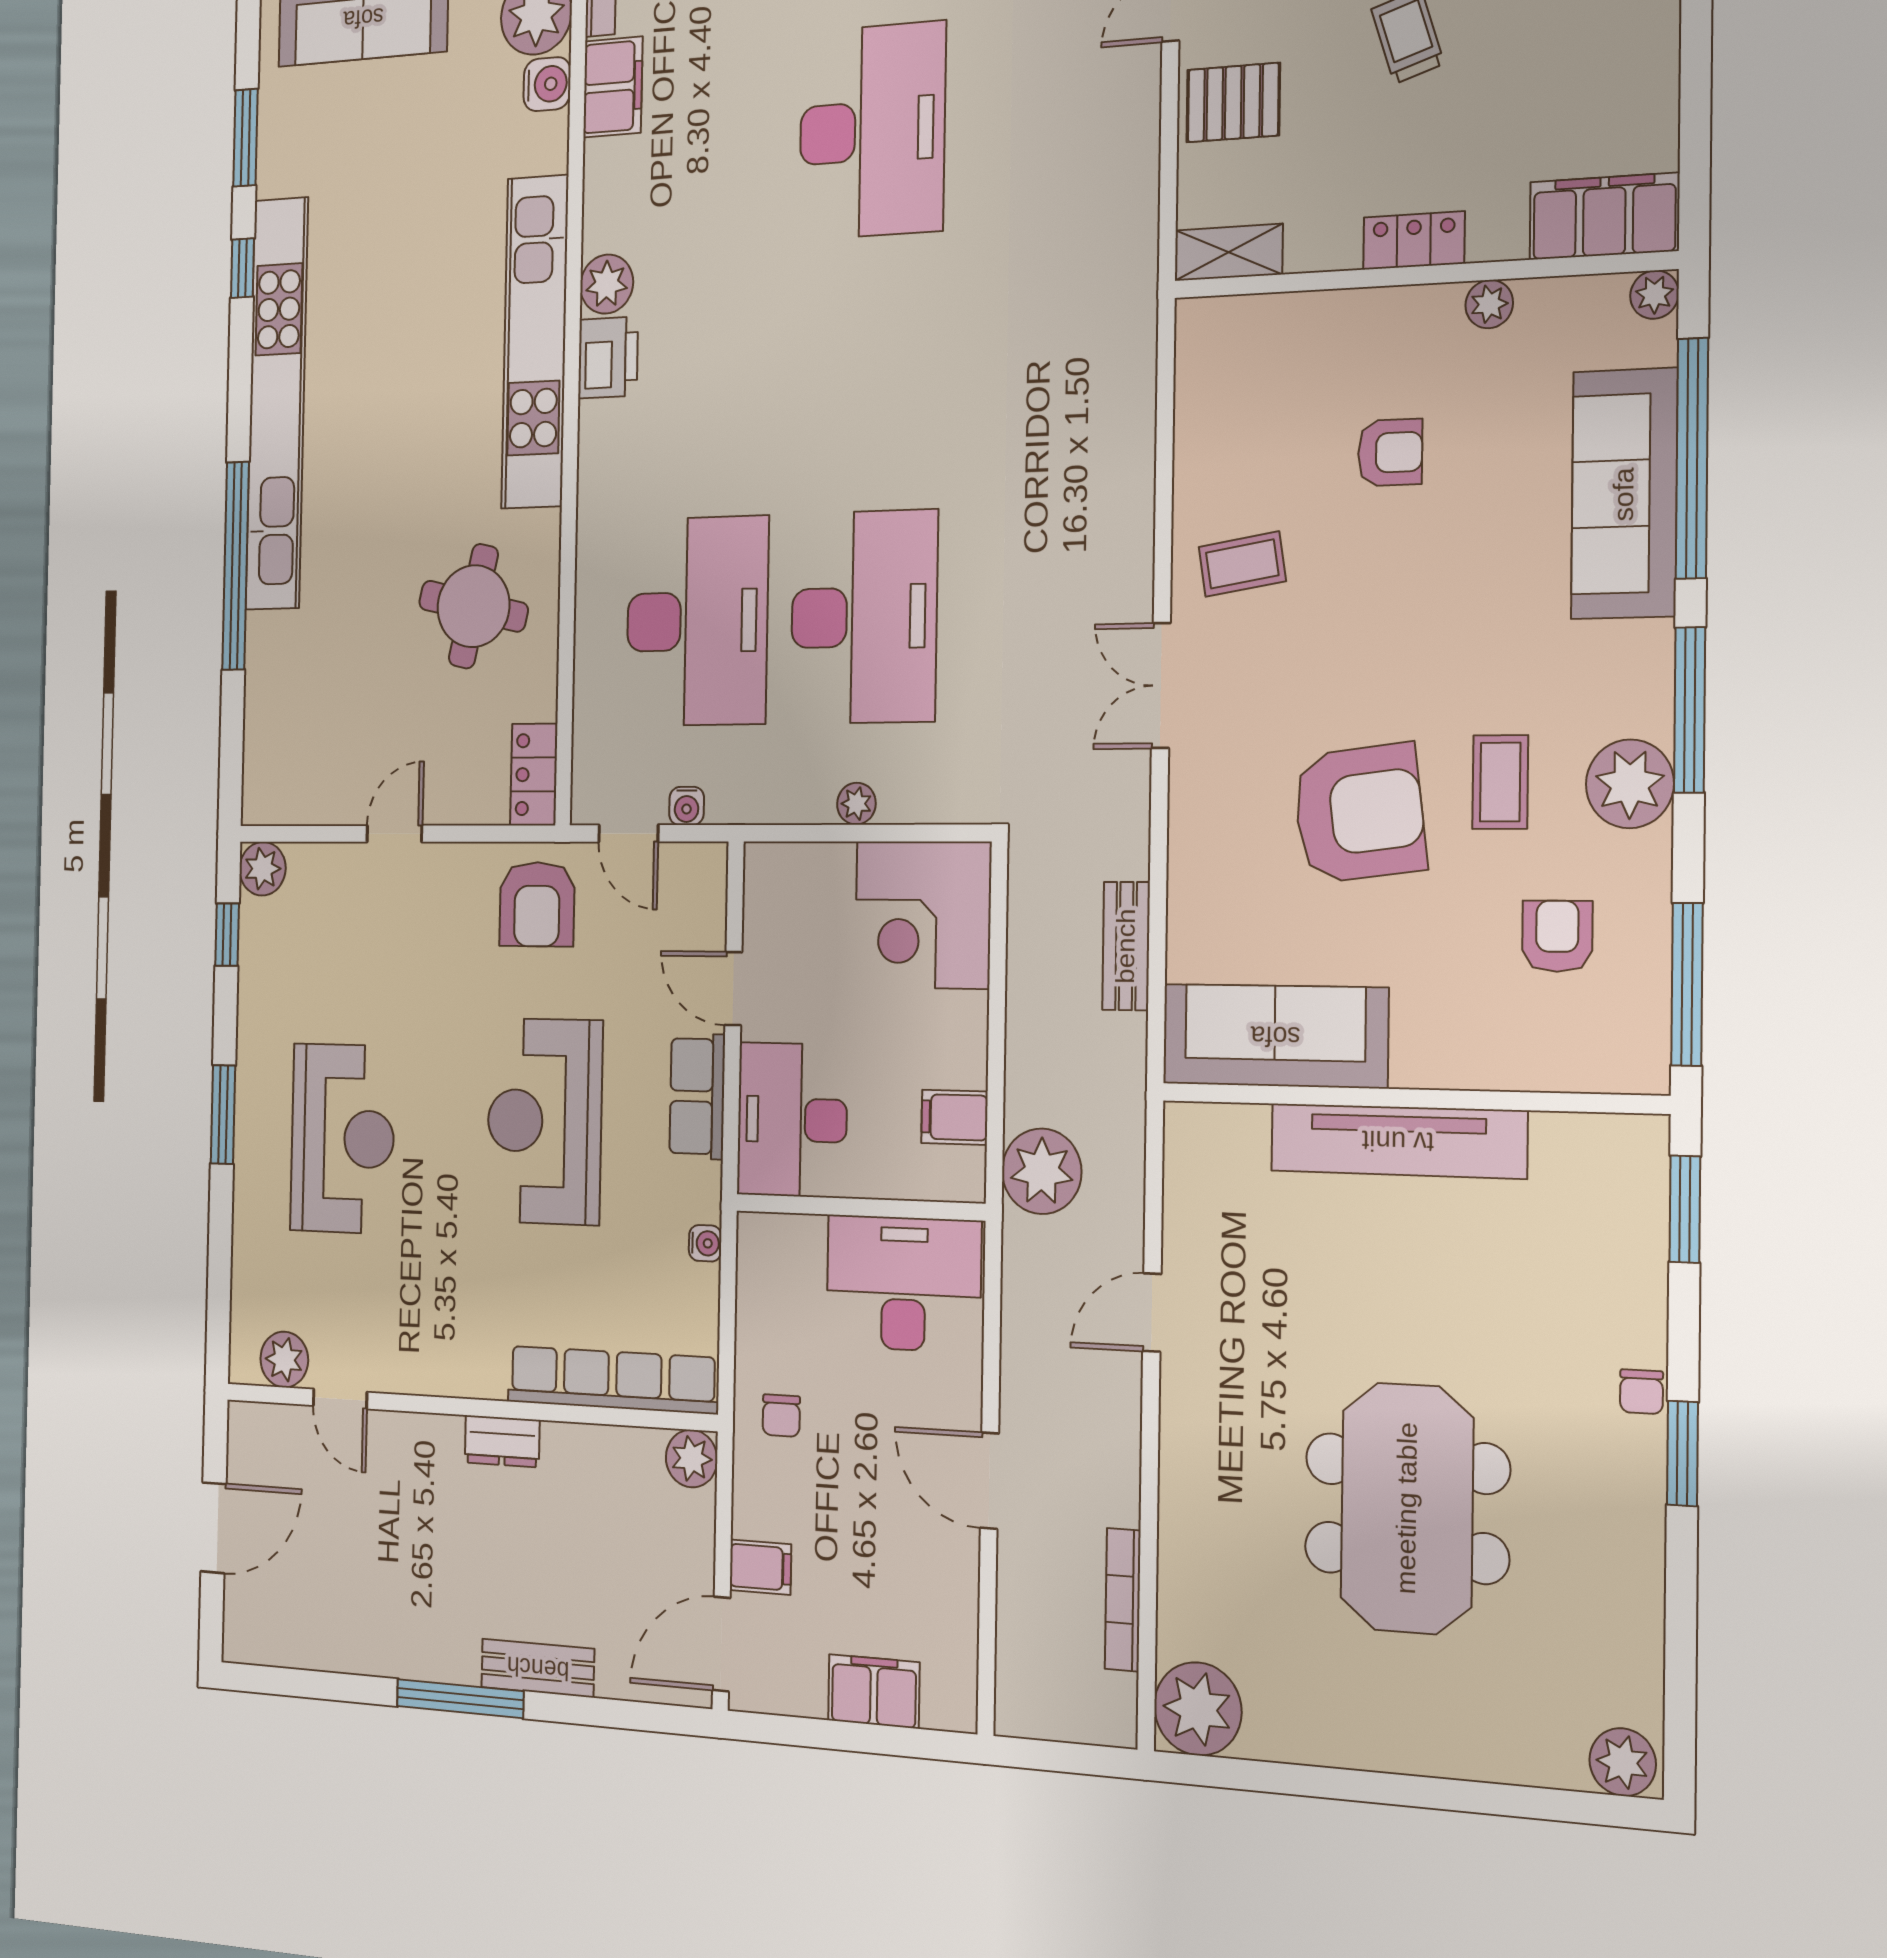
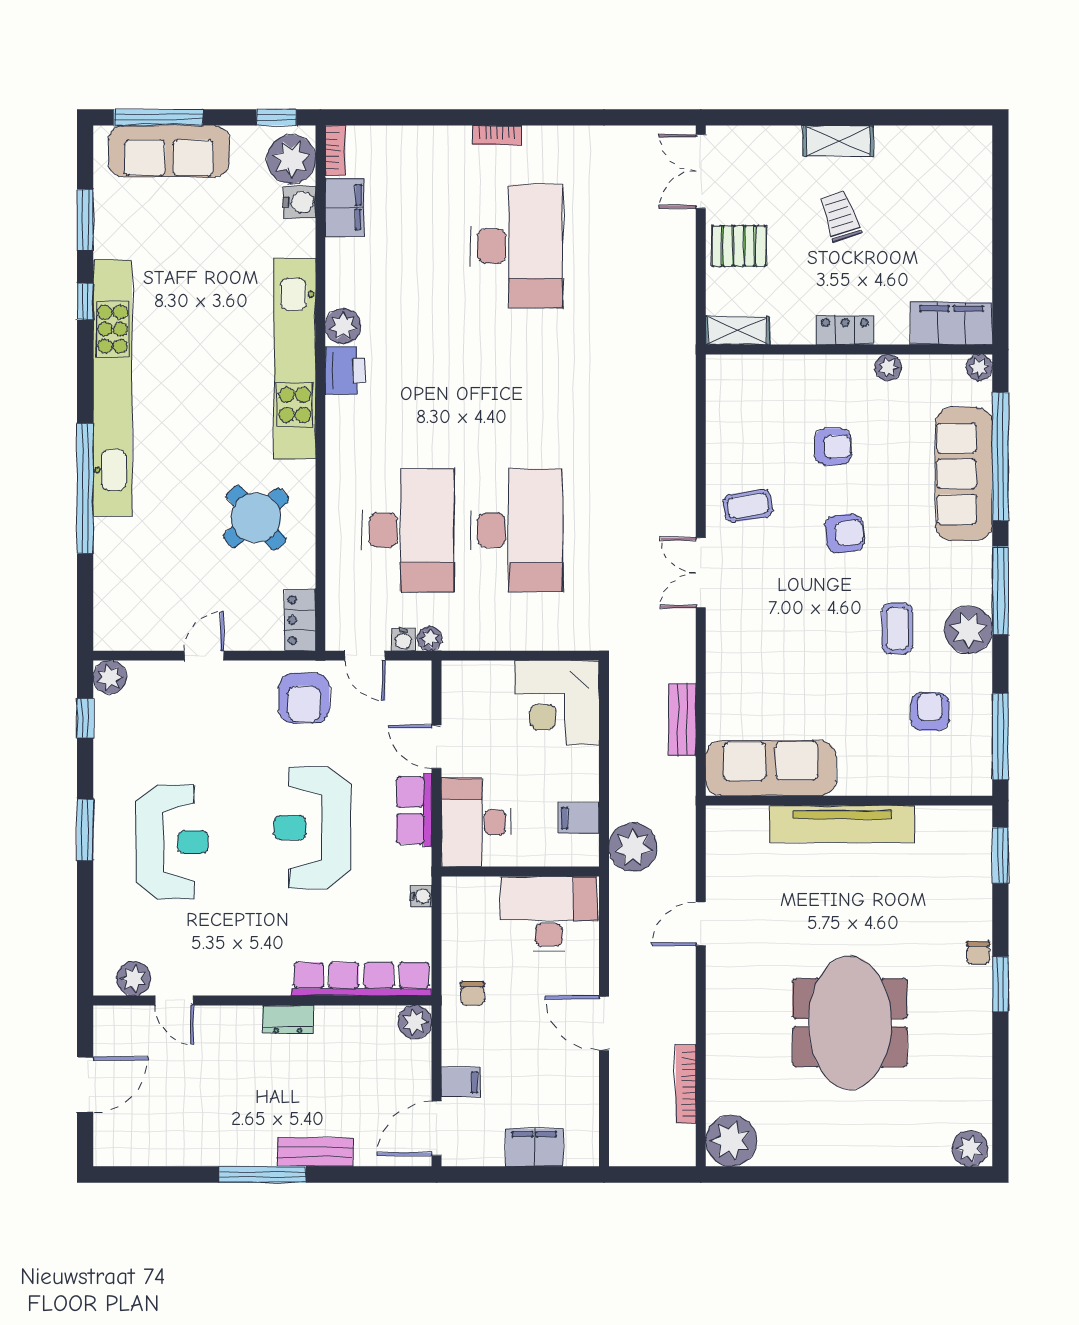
round table: (473, 606) -> (256, 518), turned 36
plant: (856, 804) -> (430, 639), moved
armchair: (1359, 813) -> (845, 533), moved, width x0.53, depth x0.53

